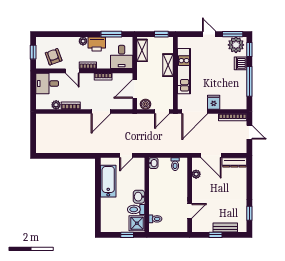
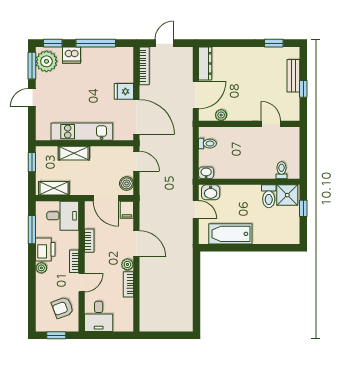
filing cabinet: (126, 104) -> (127, 210), added
plant: (56, 105) -> (127, 264), moved
washbasin: (139, 197) -> (211, 192), moved

